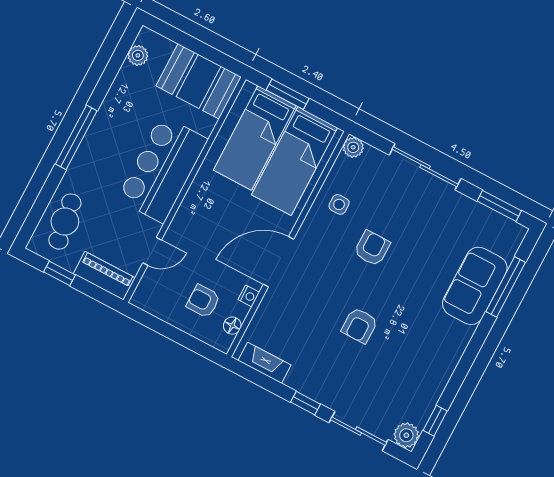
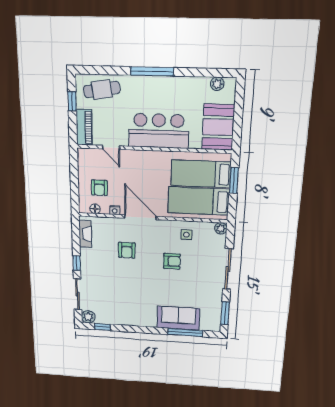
armchair: (203, 301) -> (99, 188), turned 180
armchair: (360, 325) -> (127, 250), moved, turned -90

